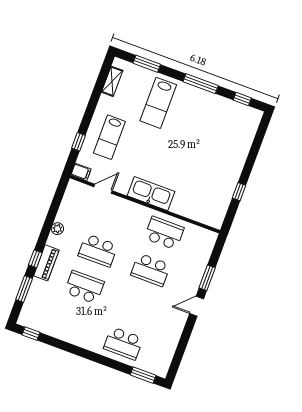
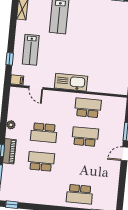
door: (103, 189) -> (36, 88), swing flipped
school desk: (151, 270) -> (85, 137), turned 180

